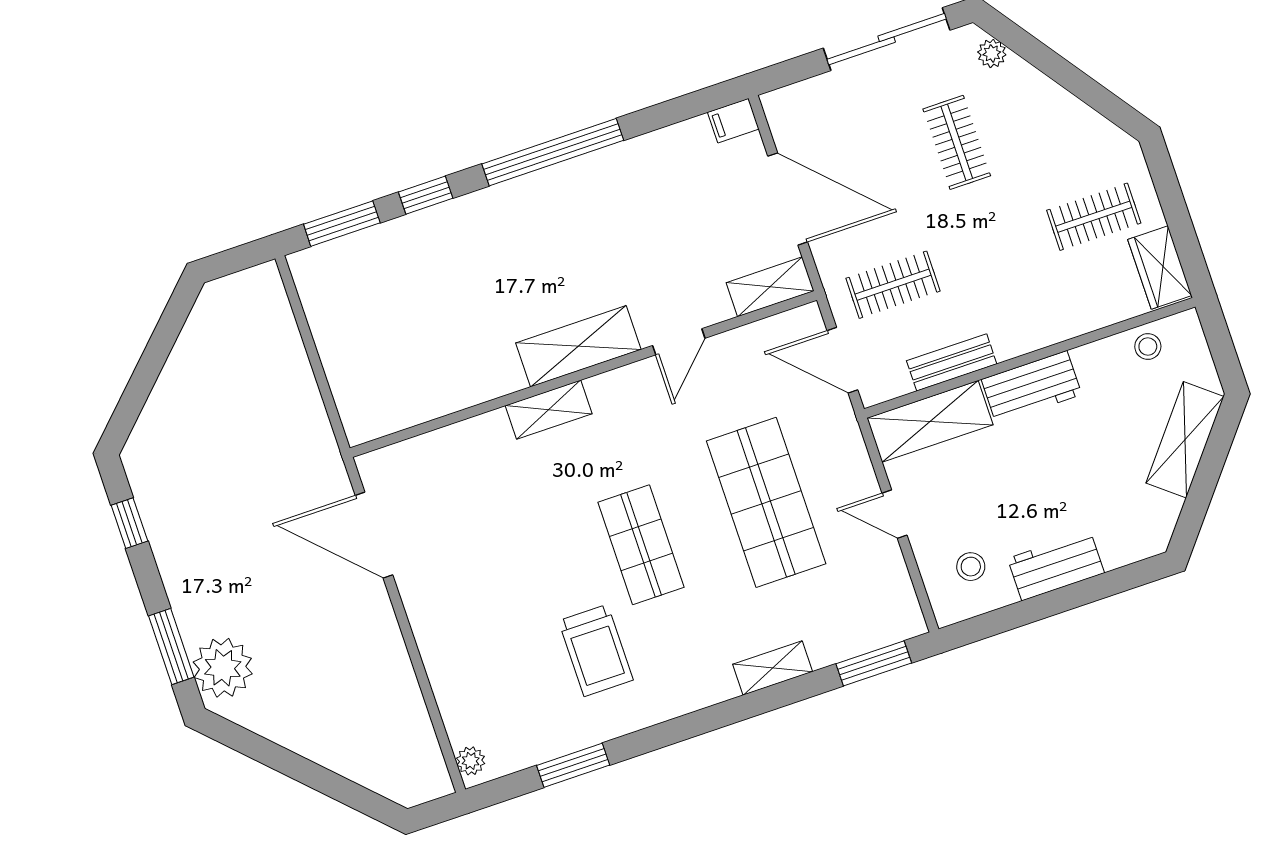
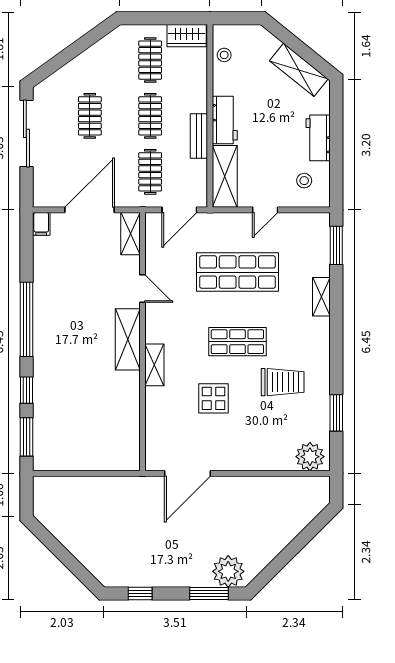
plant: (992, 53) -> (51, 83), removed
clothes rail: (957, 142) -> (90, 116), turned 90
clothes rail: (993, 251) -> (150, 116), added
bench: (952, 362) -> (199, 136), moved
shelving: (1185, 440) -> (299, 70), moved
display table: (525, 536) -> (213, 398), added
plant: (471, 761) -> (310, 457), width x1.88, depth x1.88

